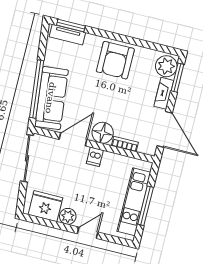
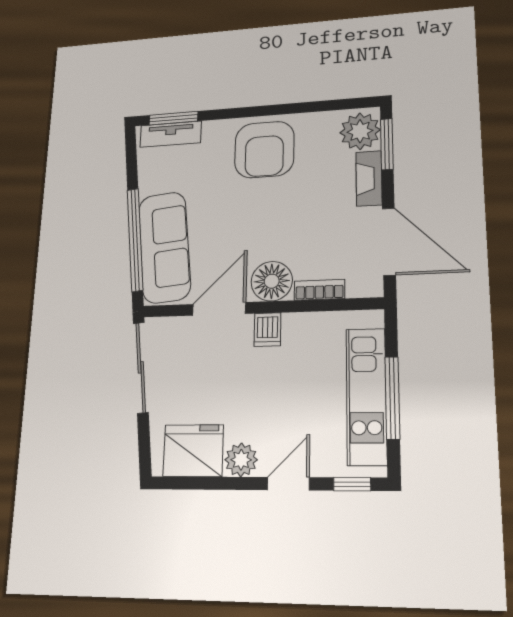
window: (117, 240) -> (352, 484), added

